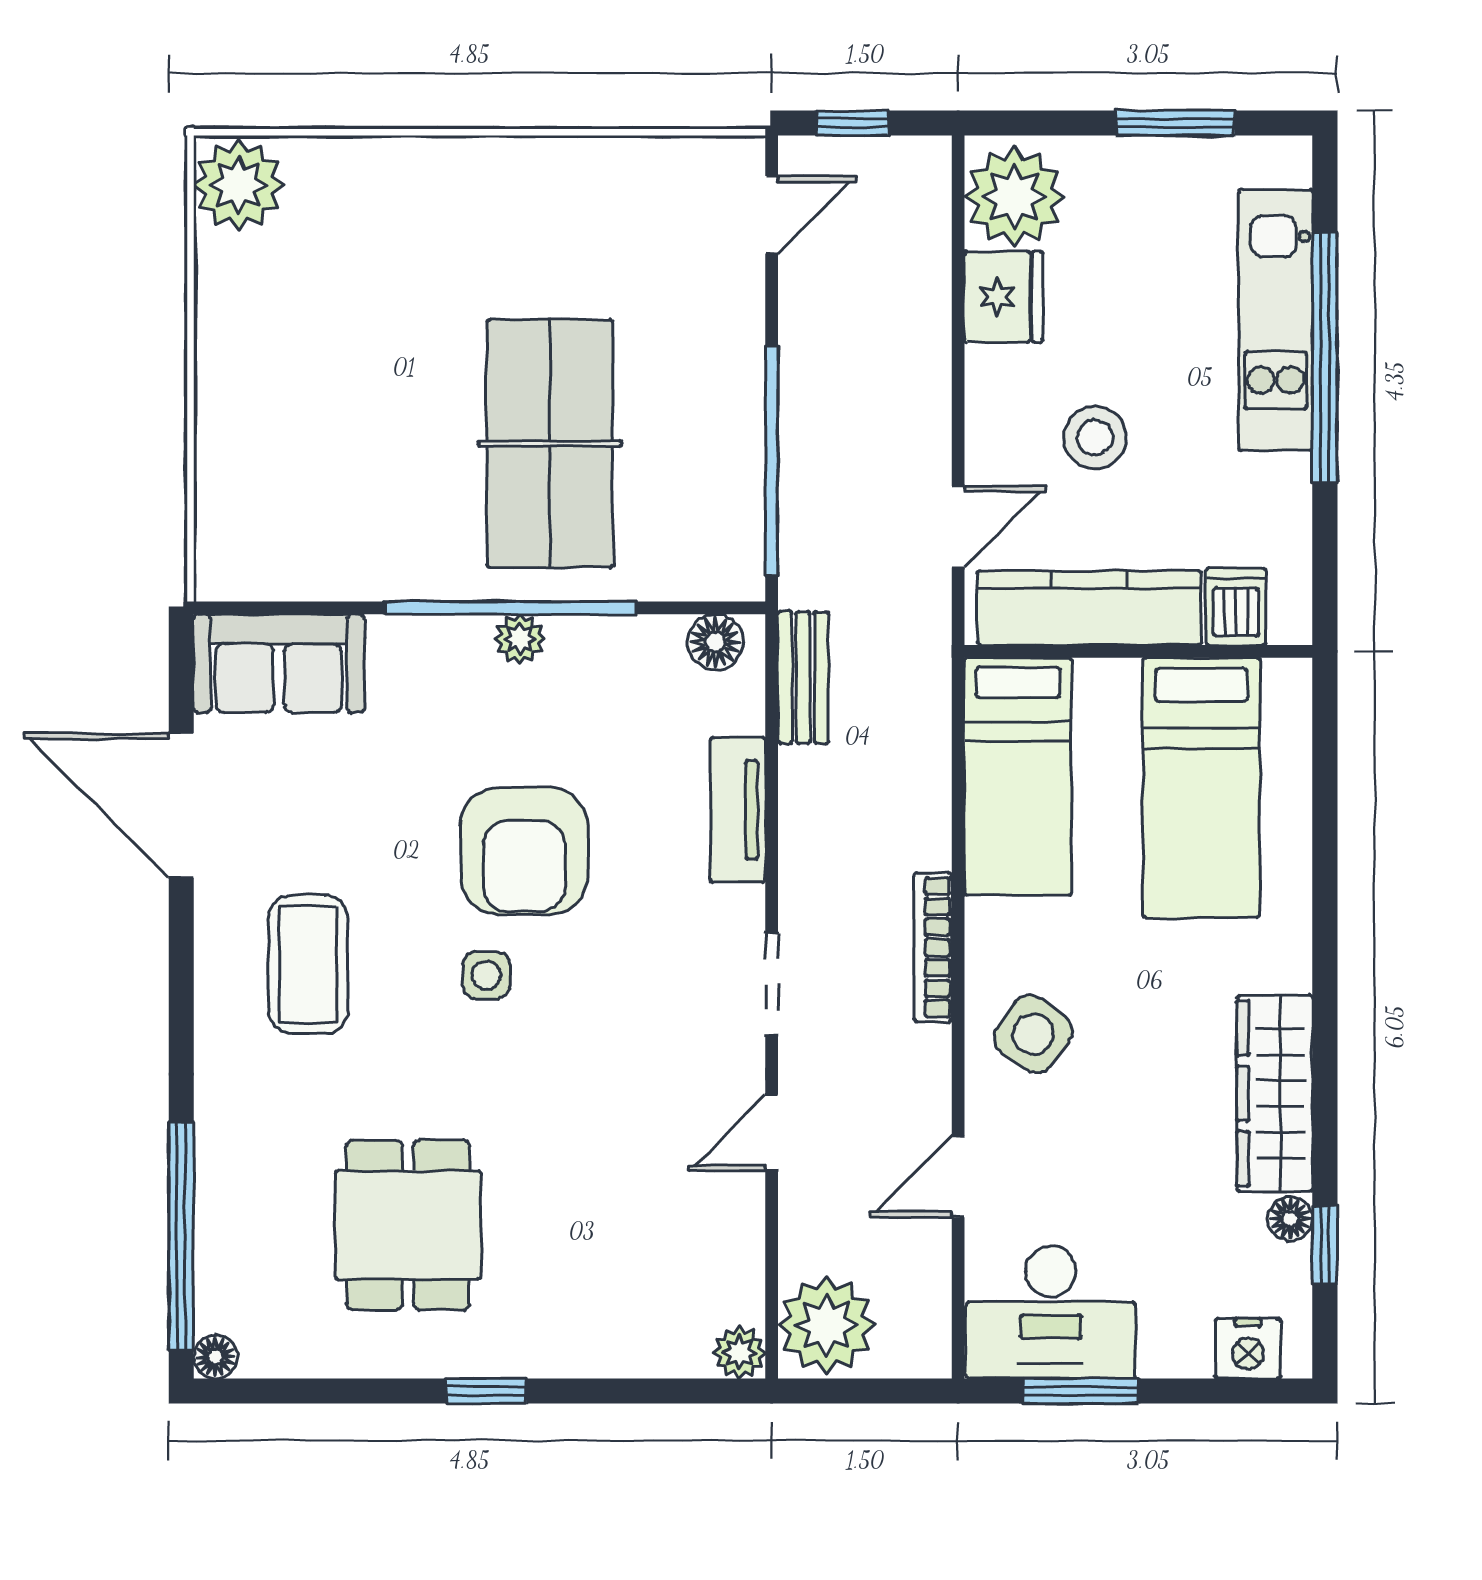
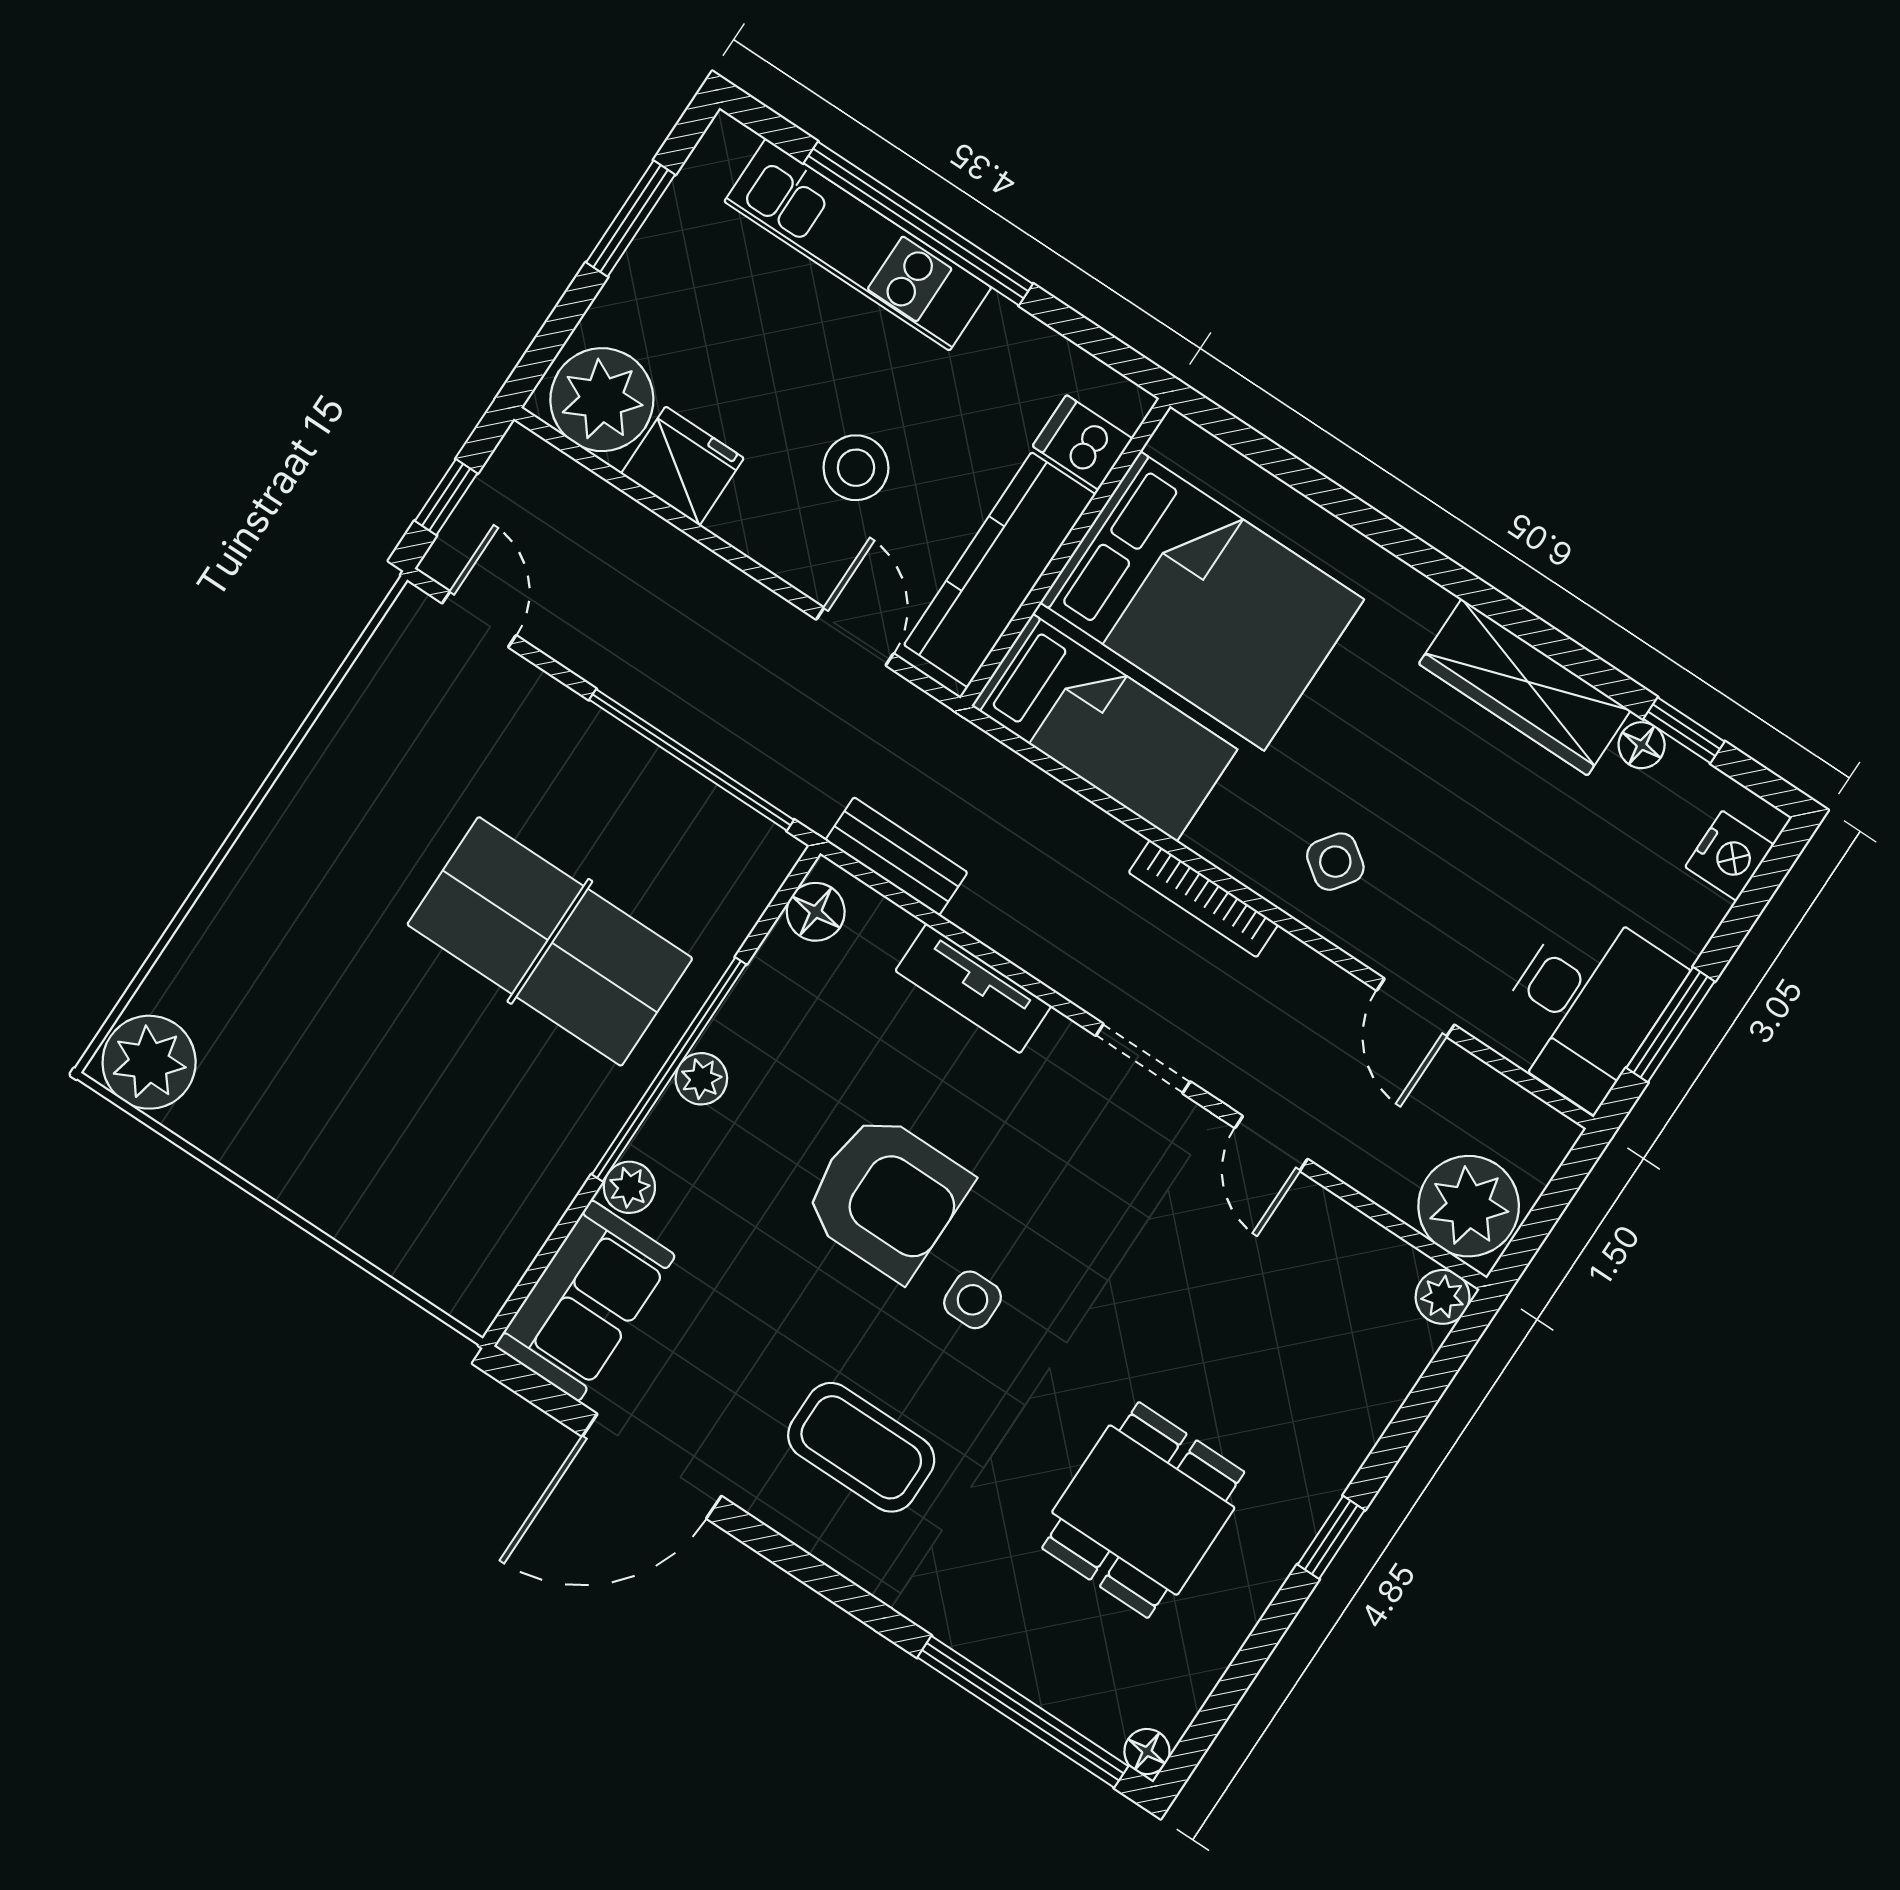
plant: (394, 639) -> (629, 1187), added
bed: (1201, 788) -> (1202, 601), width x1.50
side table: (1033, 1034) -> (1335, 862), width x0.73, depth x0.73
dining table: (408, 1225) -> (1143, 1510), turned 90

